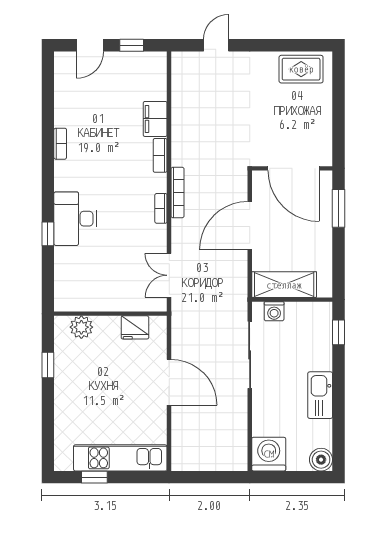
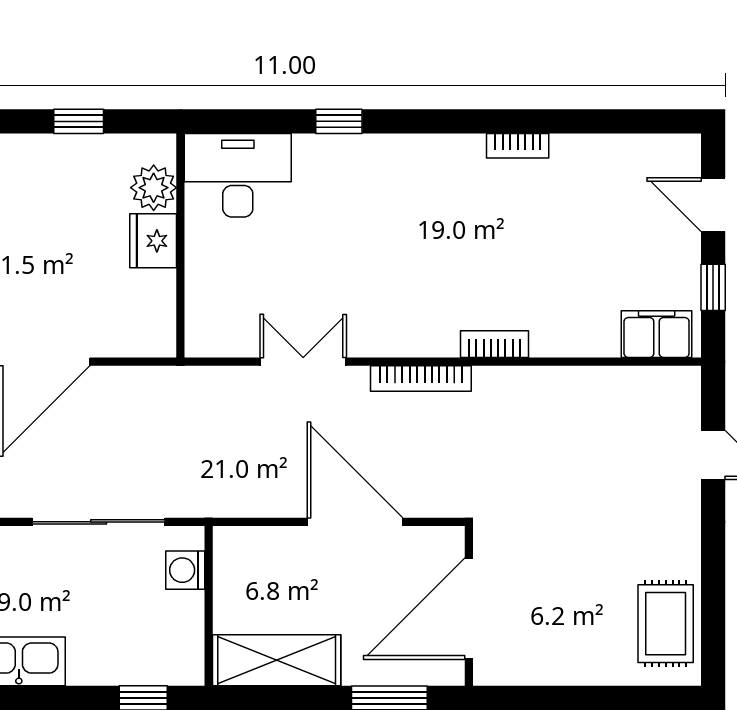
filing cabinet: (155, 119) -> (657, 334), moved
bookcase: (161, 208) -> (389, 346), removed
desk: (75, 219) -> (238, 175), moved
double door: (169, 275) -> (303, 362), moved
shelving: (284, 285) -> (277, 660), moved, turned 90
fridge: (135, 327) -> (153, 241), moved

